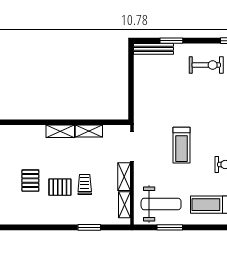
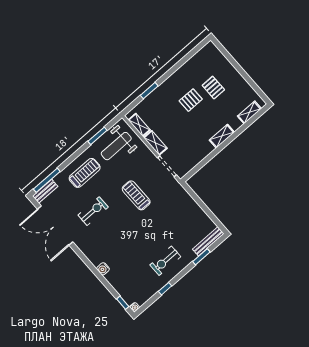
shelving: (89, 131) -> (249, 112), moved
trolley: (85, 184) -> (176, 116), removed

